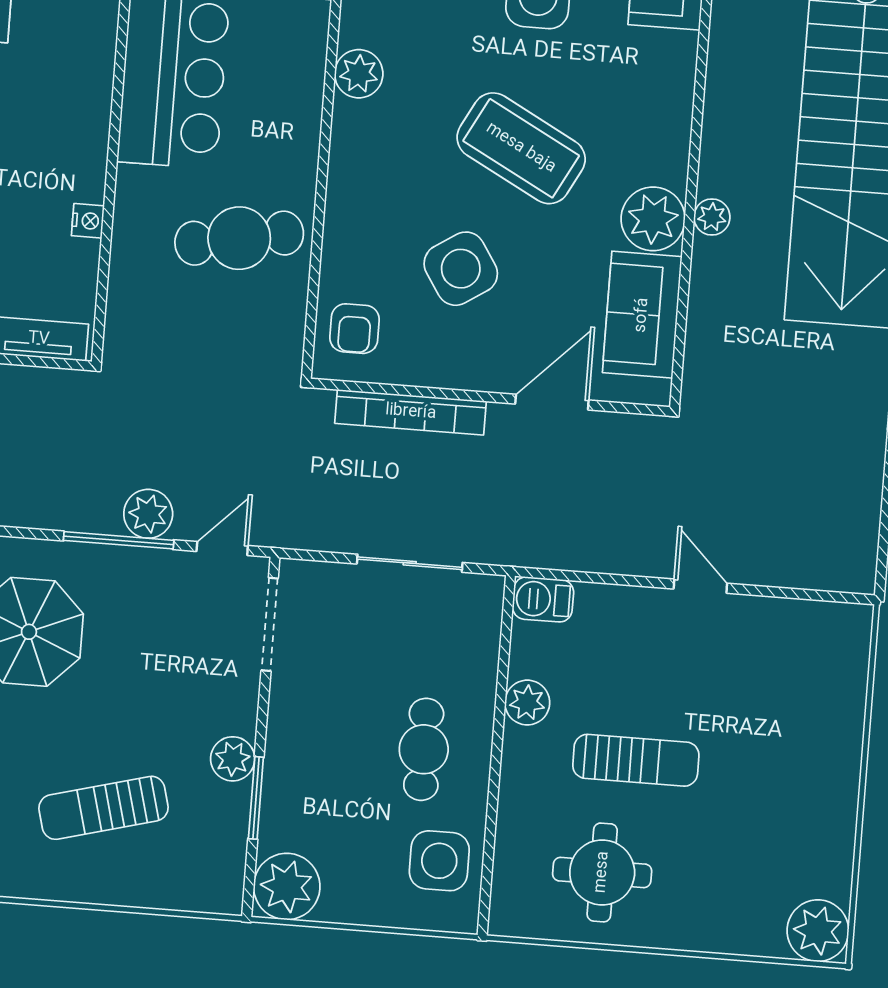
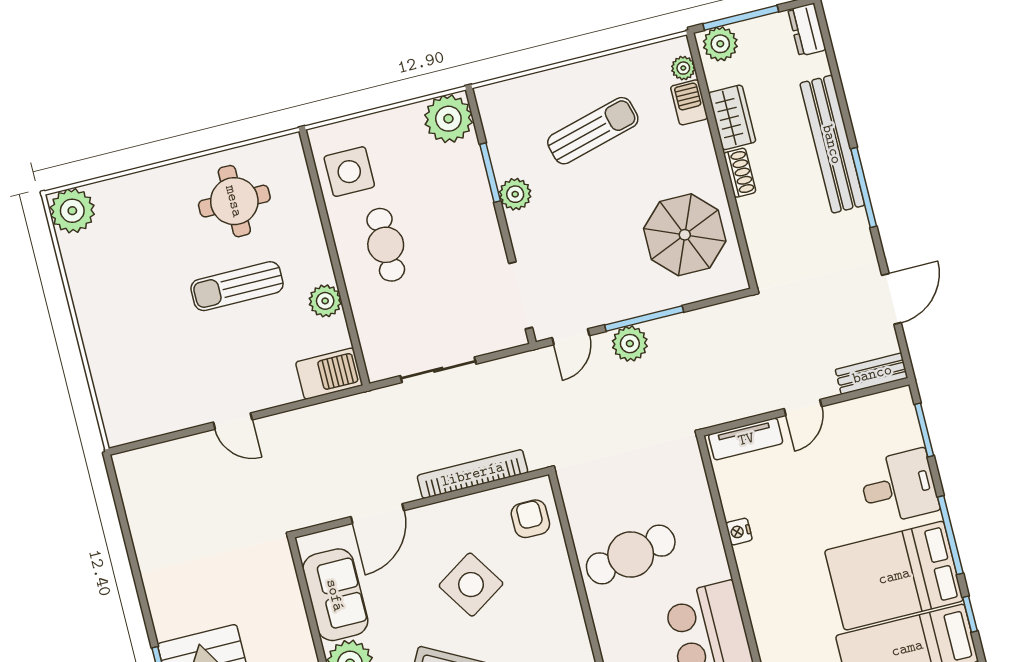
barbecue: (543, 599) -> (329, 374), width x1.38, depth x1.27

